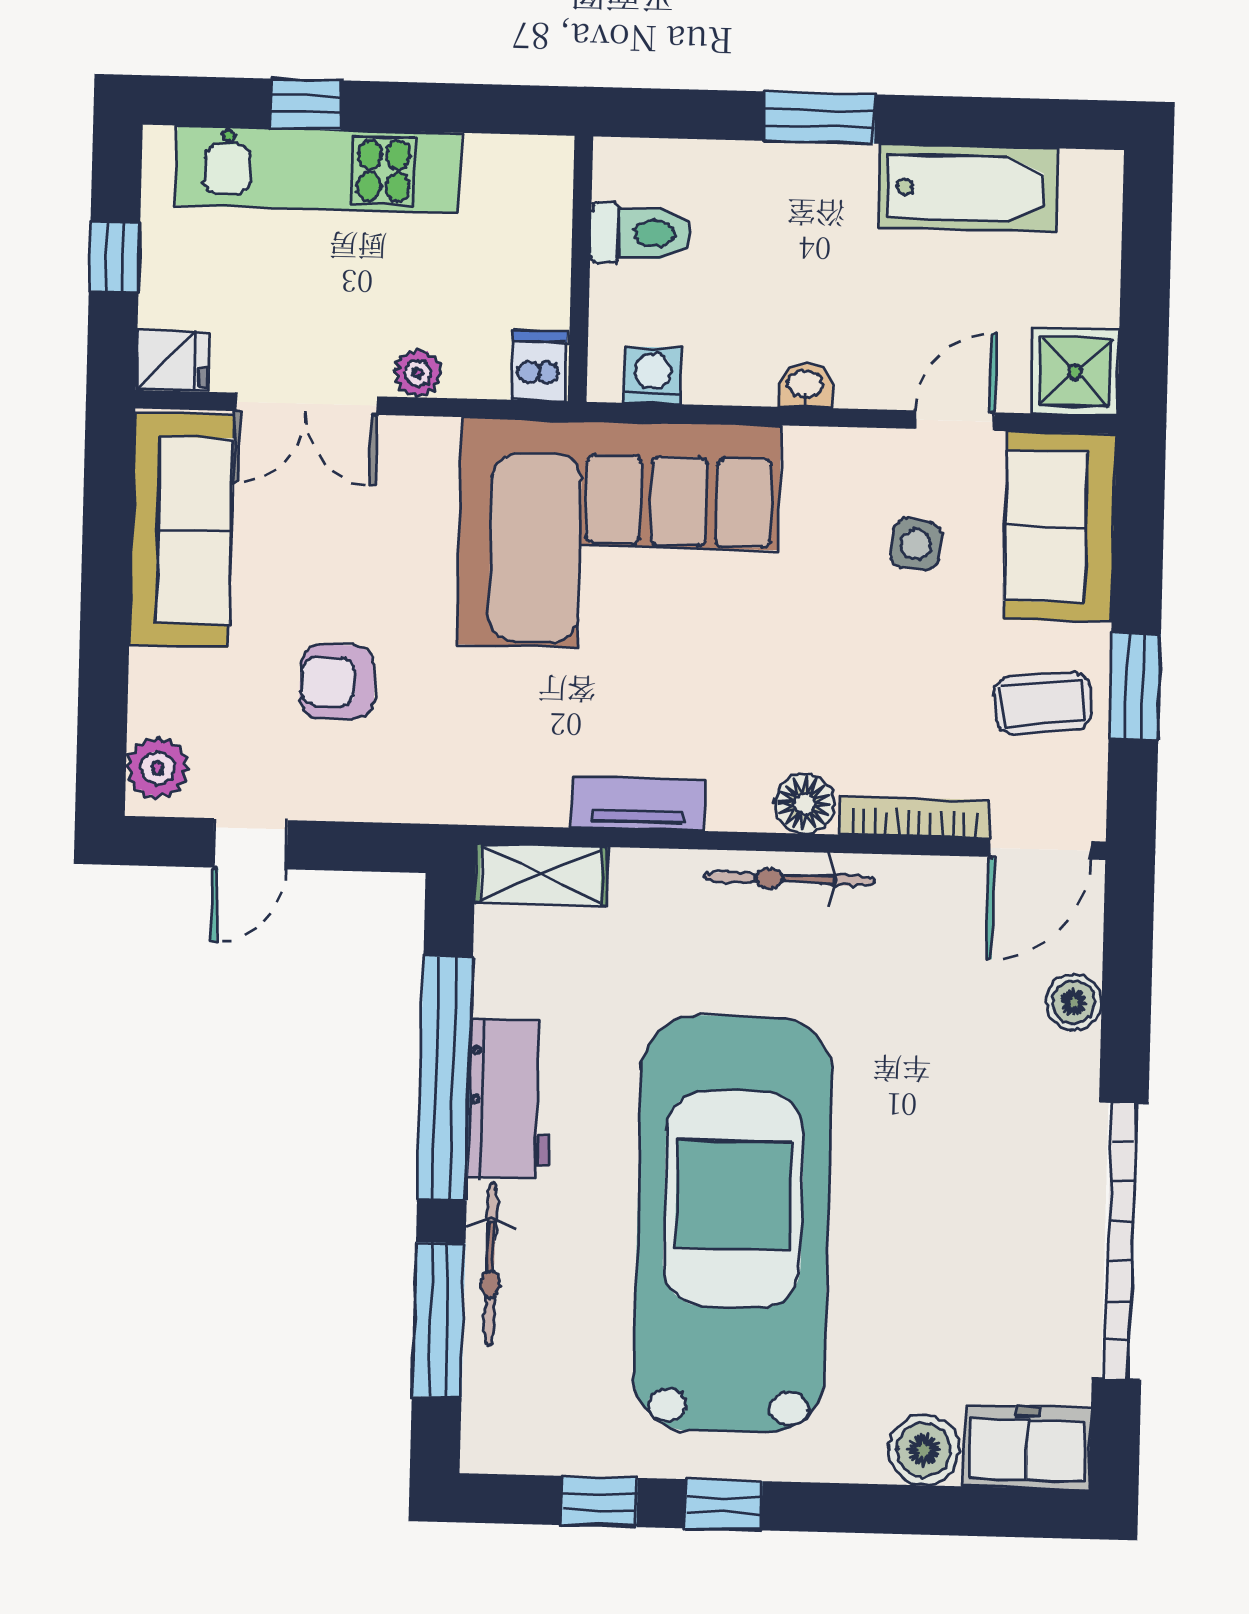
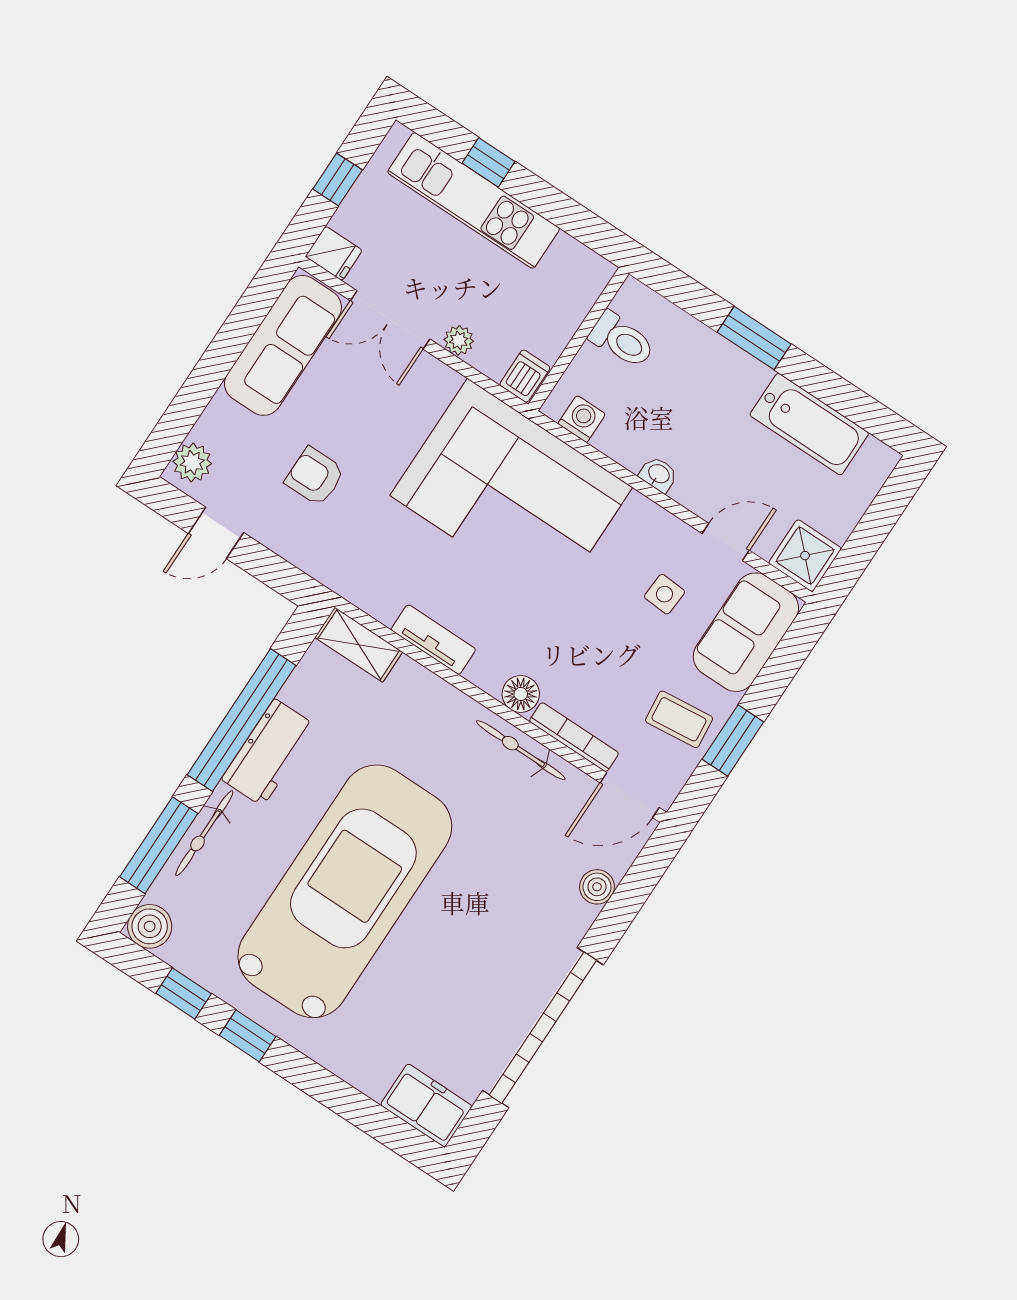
bicycle: (790, 879) -> (521, 750), moved
boiler: (924, 1450) -> (150, 926), moved

